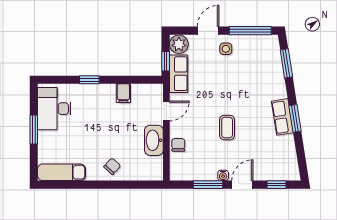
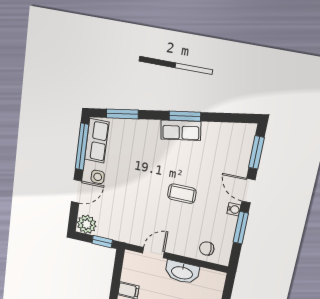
door: (208, 31) -> (76, 191), swing flipped
row of seats: (179, 74) -> (97, 141), moved, turned 90
door: (166, 111) -> (154, 253), hinge flipped
chair: (178, 145) -> (207, 249), moved
window: (277, 185) -> (256, 152), width x1.50

